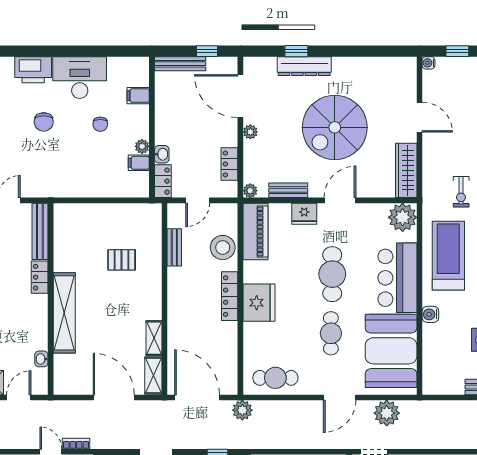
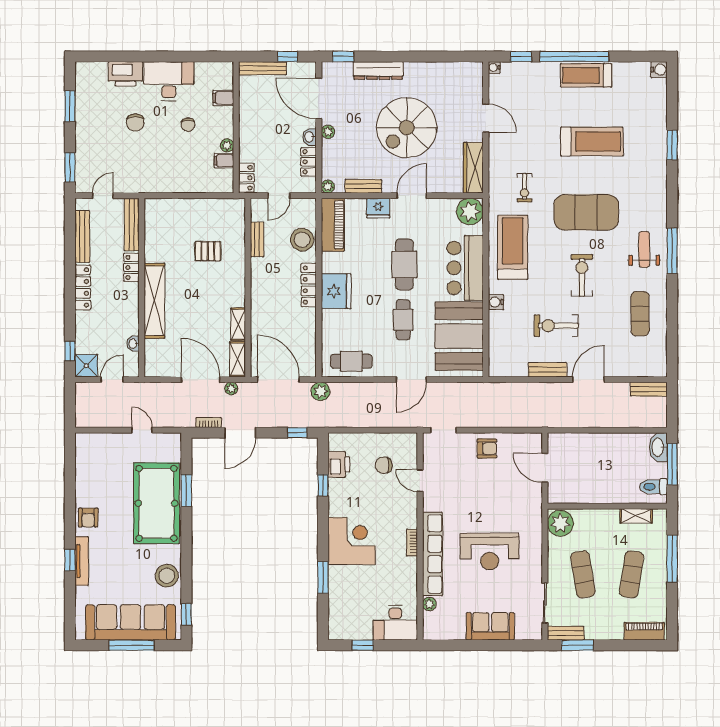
window: (296, 51) -> (343, 57), moved
washbasin: (162, 154) -> (310, 137), moved, turned 180
plant: (387, 413) -> (231, 388), moved, width x0.53, depth x0.53
bookcase: (76, 444) -> (209, 423), moved

